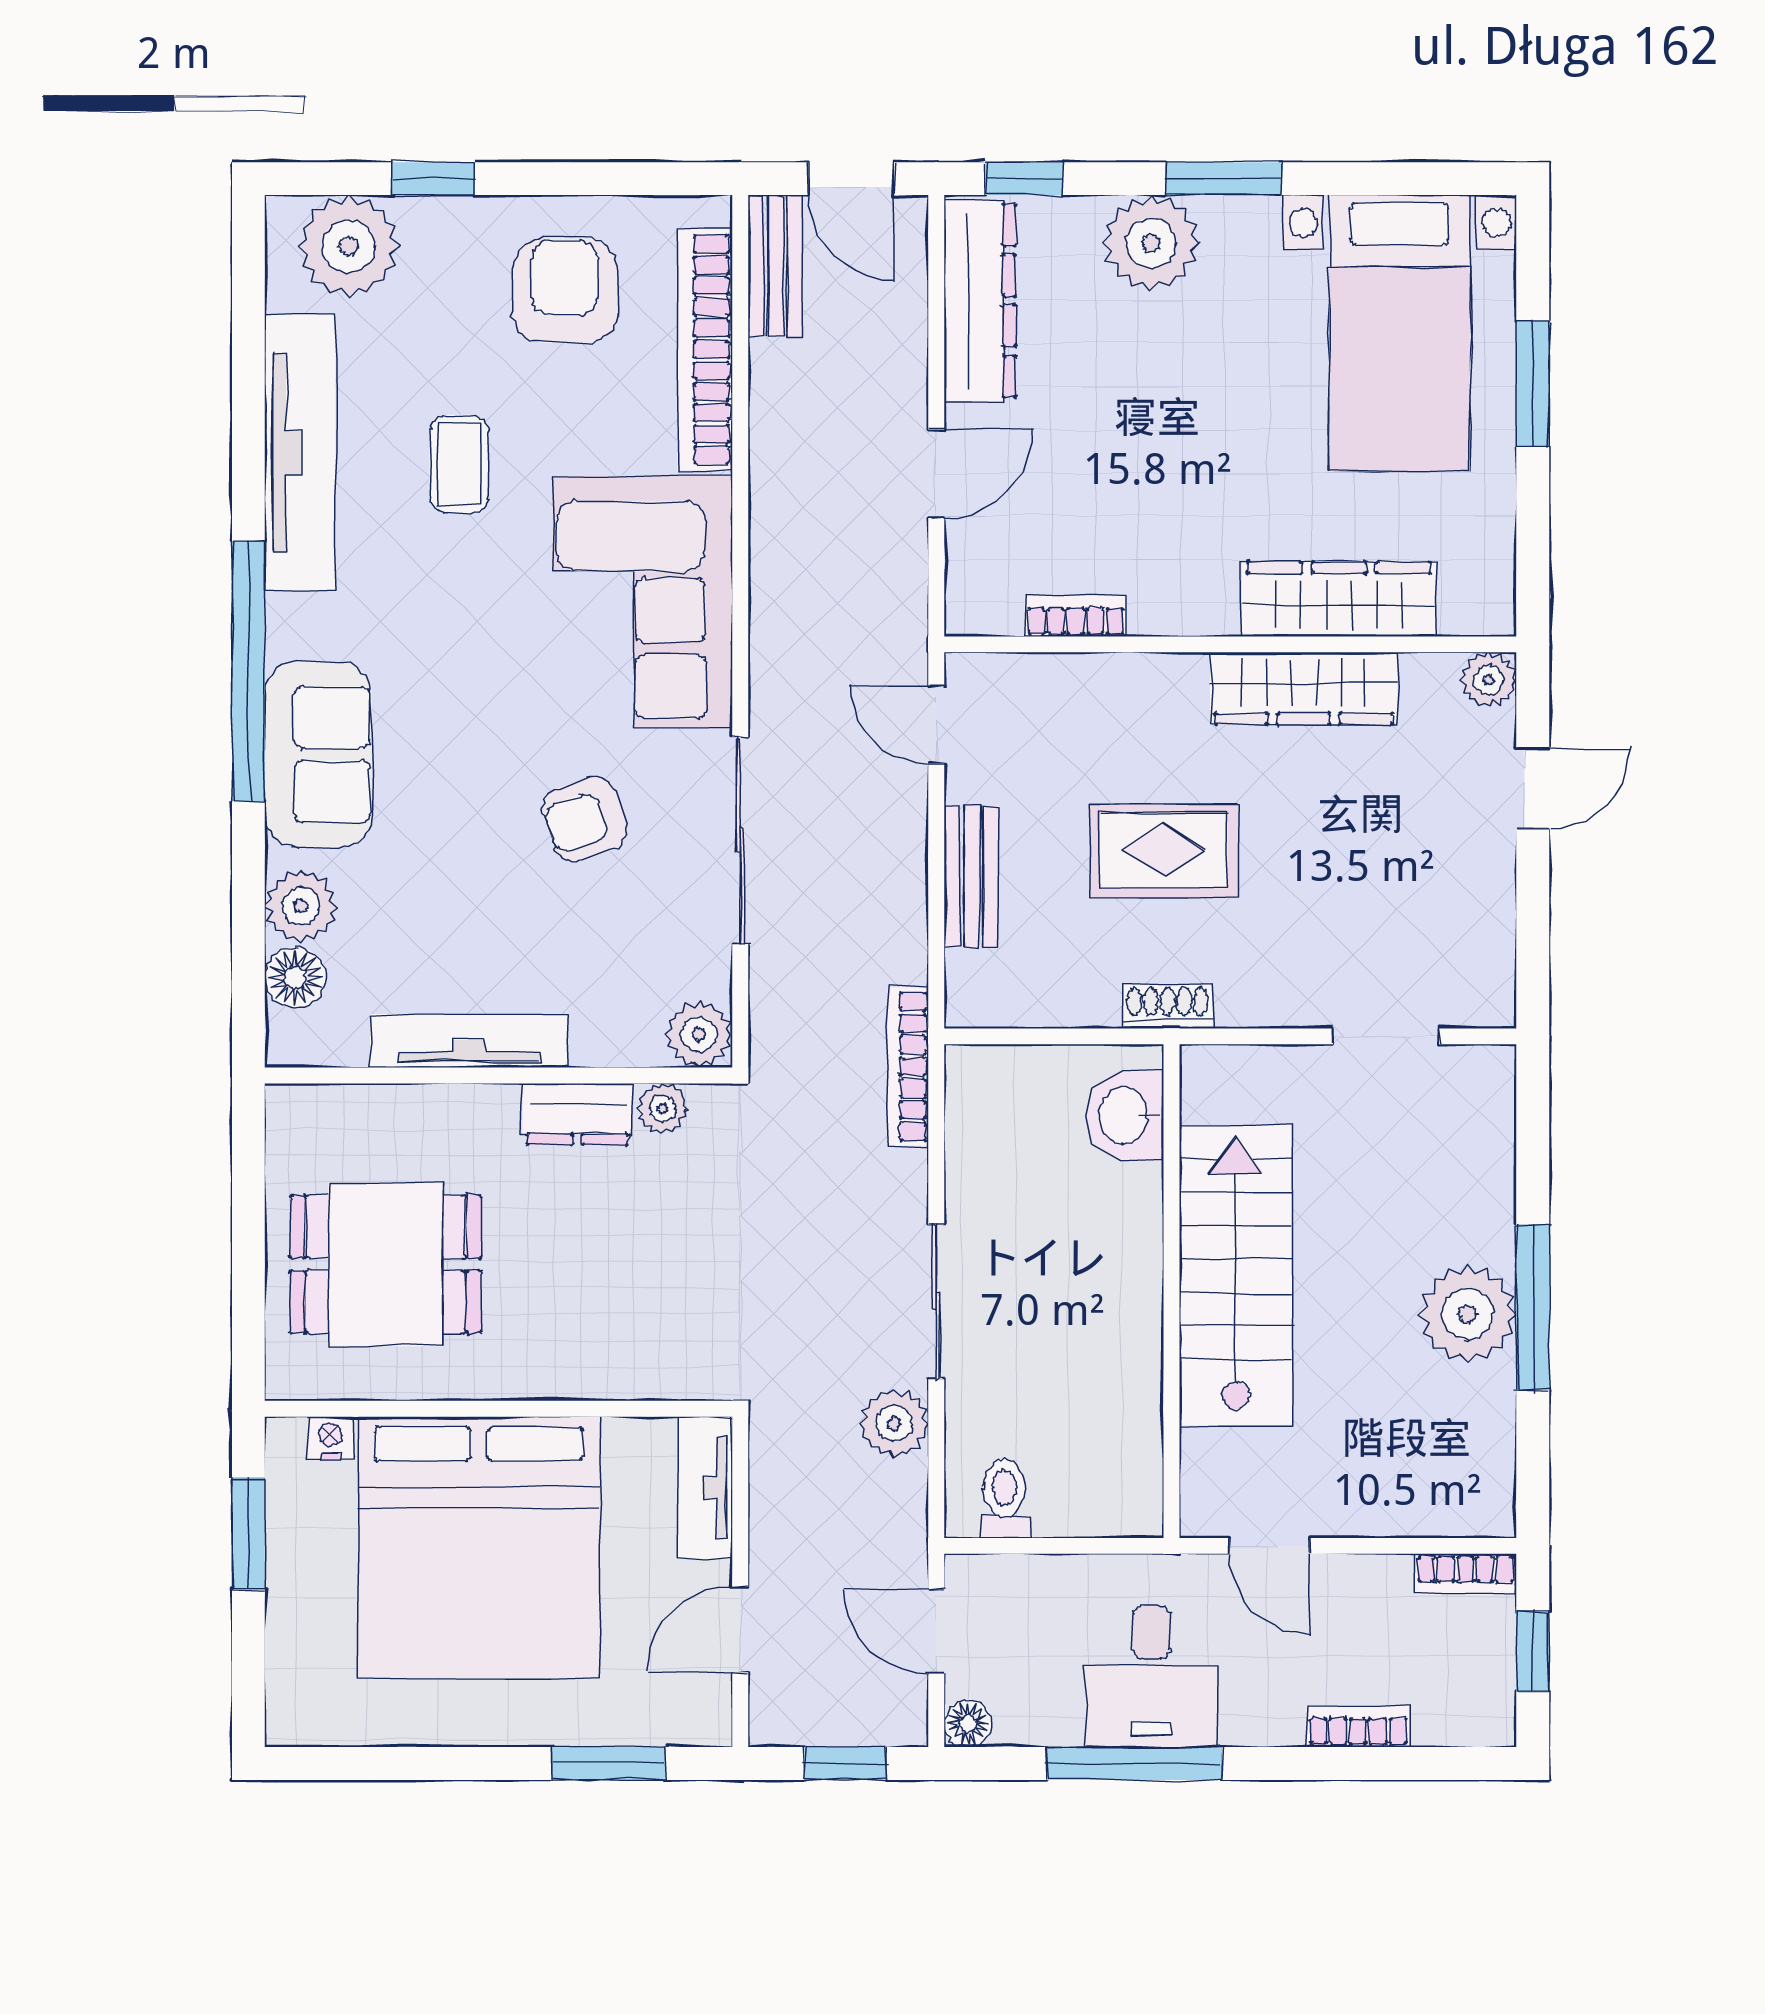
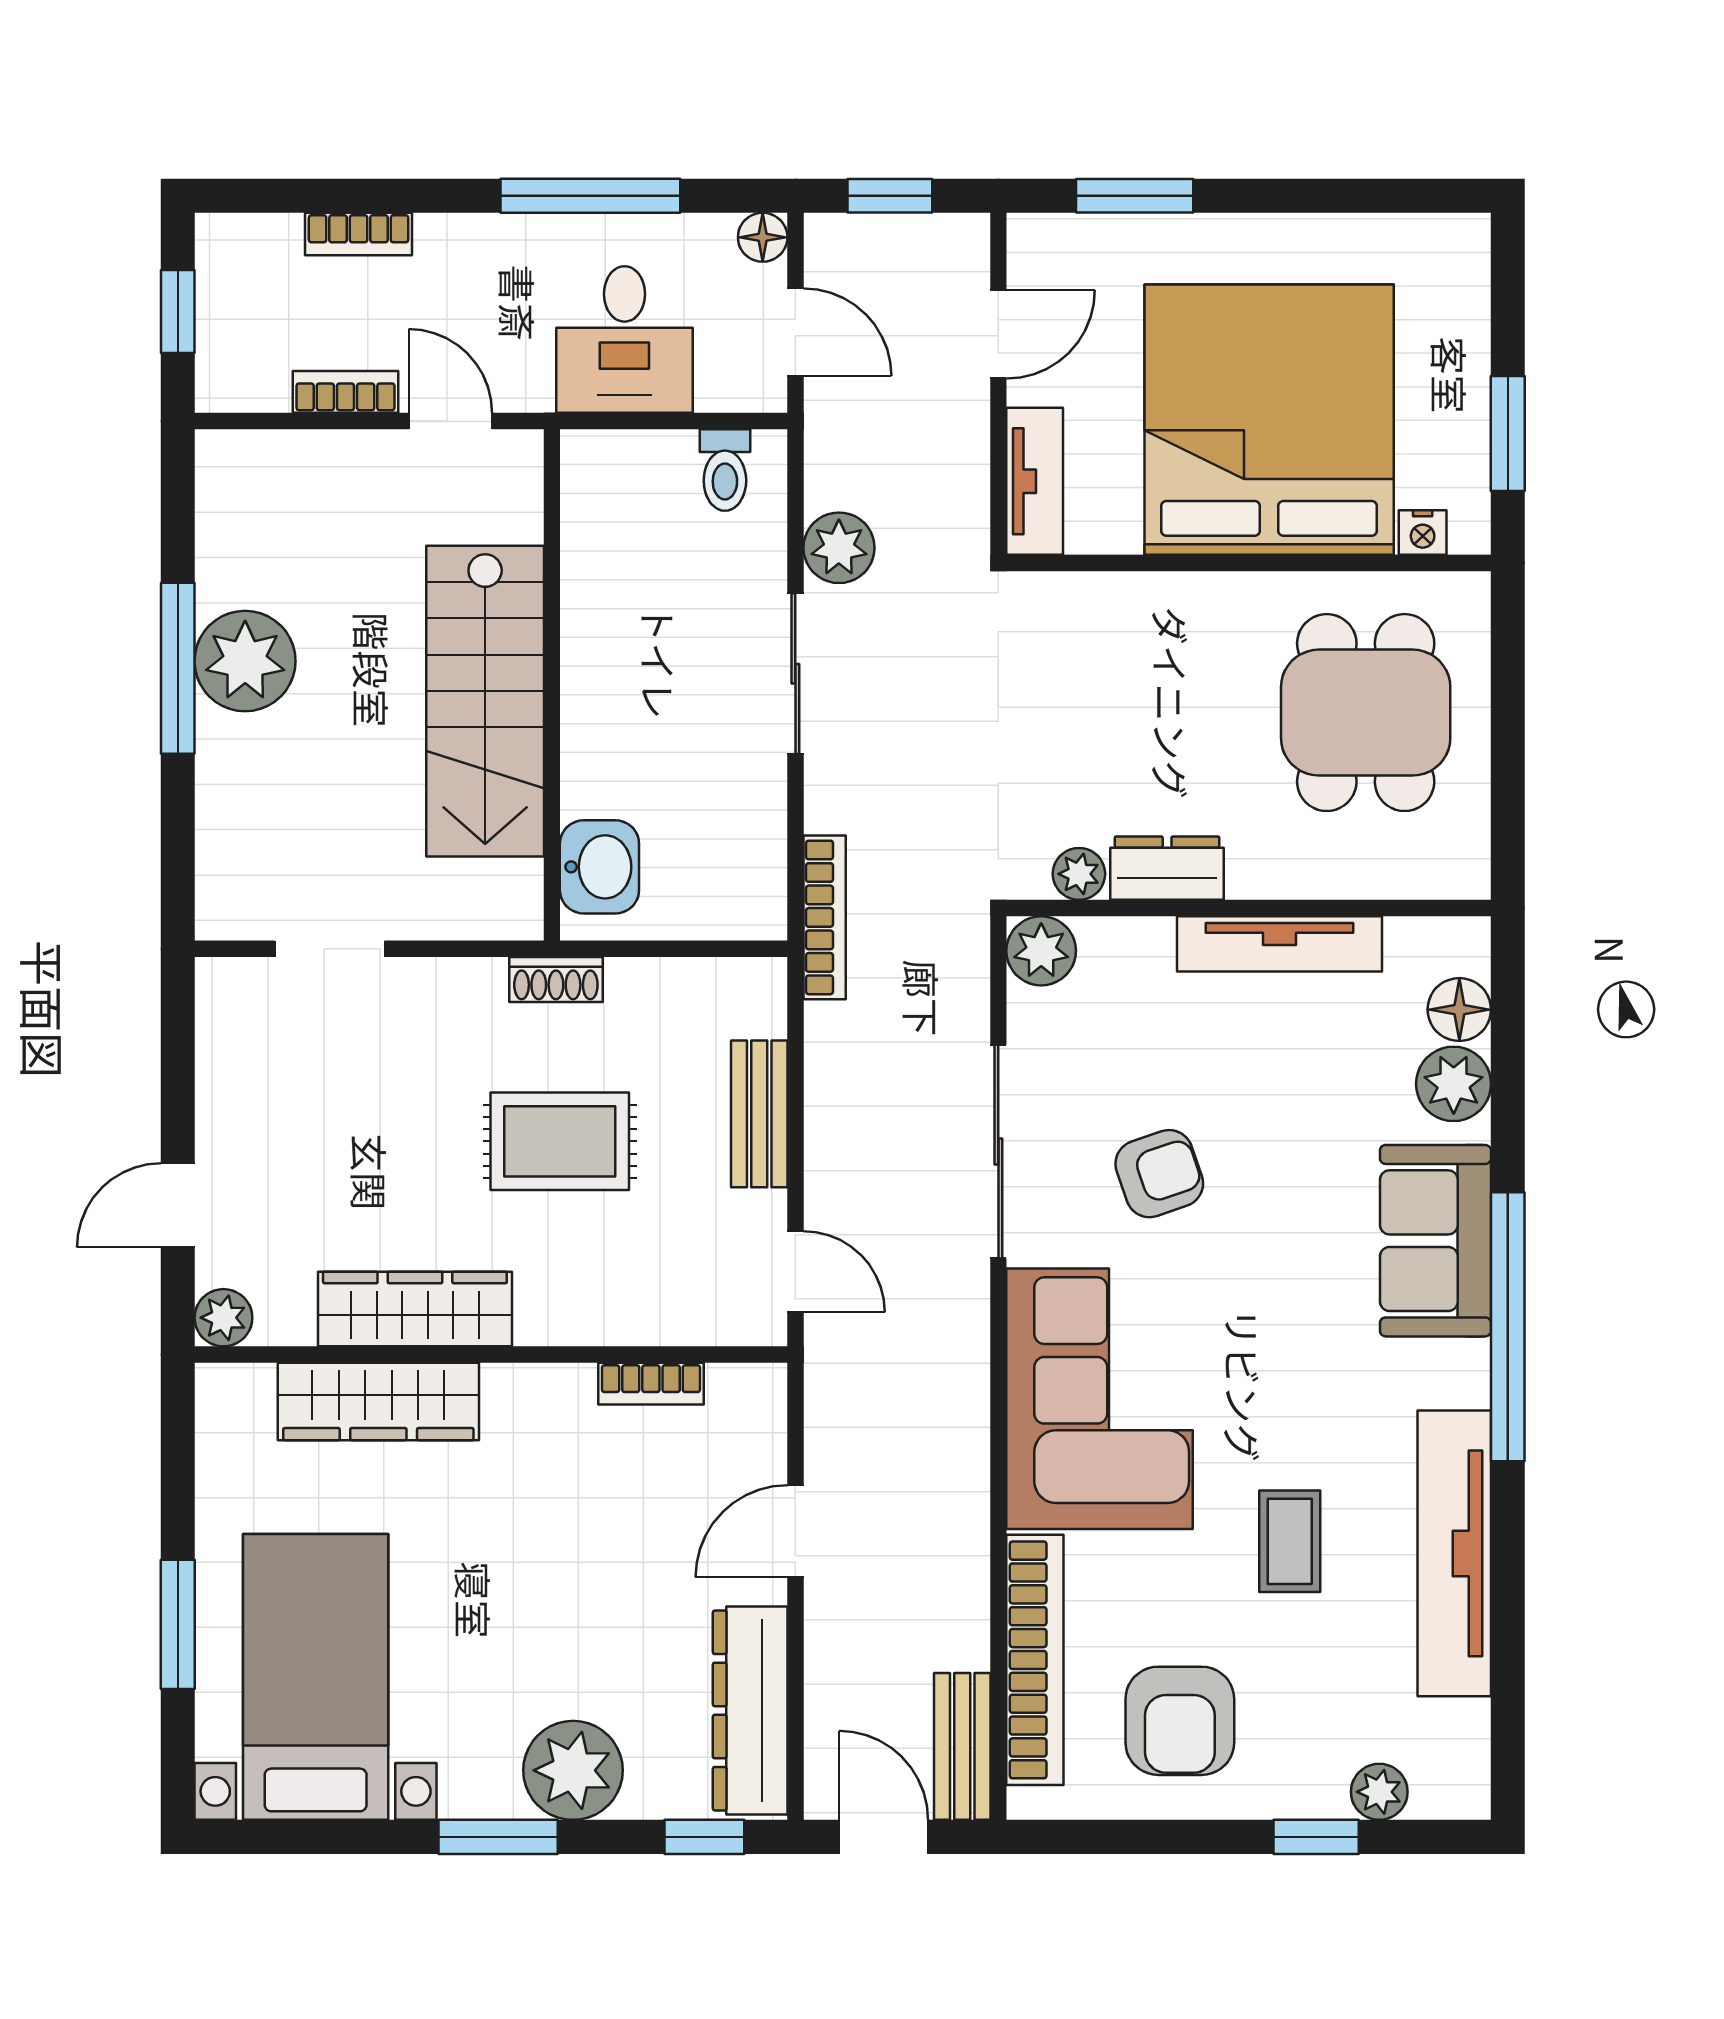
plant: (349, 246) -> (1379, 1792), width x0.53, depth x0.53
dining table: (386, 1264) -> (1366, 713), turned 90
bookcase: (1466, 1574) -> (346, 392), moved
desk: (1151, 1676) -> (624, 339), moved, turned 180

